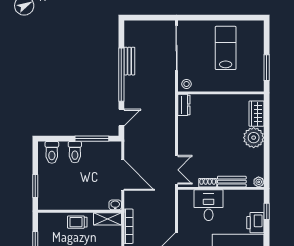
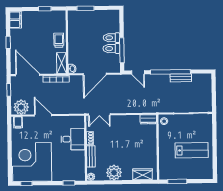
plant: (254, 138) -> (114, 173), moved
toilet: (52, 152) -> (111, 49), moved
printer: (255, 223) -> (60, 175), removed

